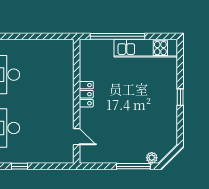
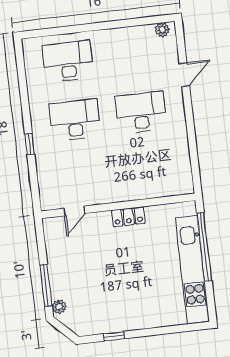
kitchen unit: (146, 48) -> (192, 270), width x1.36
window: (180, 97) -> (114, 336), moved

